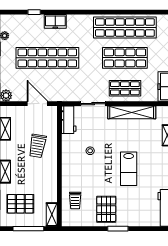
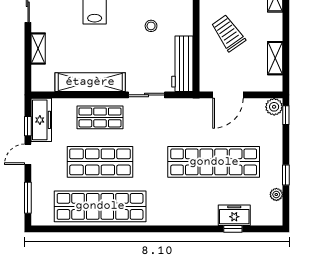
freezer: (55, 21) -> (234, 215), moved
door: (38, 104) -> (228, 95), hinge flipped
workbench: (69, 120) -> (182, 64), width x1.38
trolley: (37, 146) -> (228, 33), turned -45

